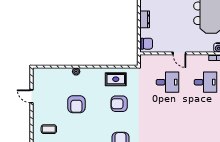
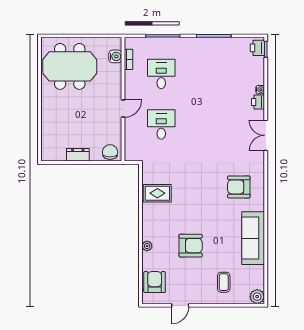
rug: (116, 79) -> (157, 193), turned 90
armchair: (119, 104) -> (155, 282), moved, turned 180

